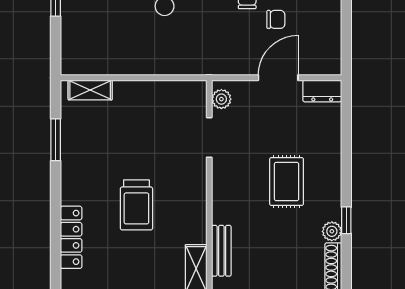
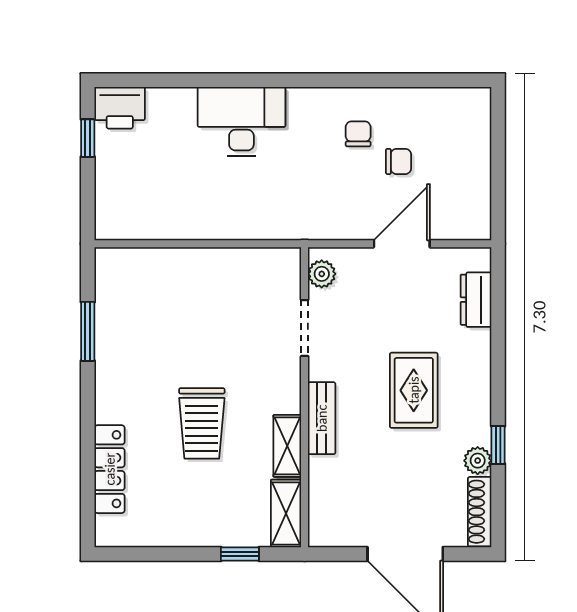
shelving: (90, 90) -> (287, 446), moved, turned 90
dresser: (322, 91) -> (476, 300), moved, turned 90
bench: (221, 251) -> (322, 418), moved

